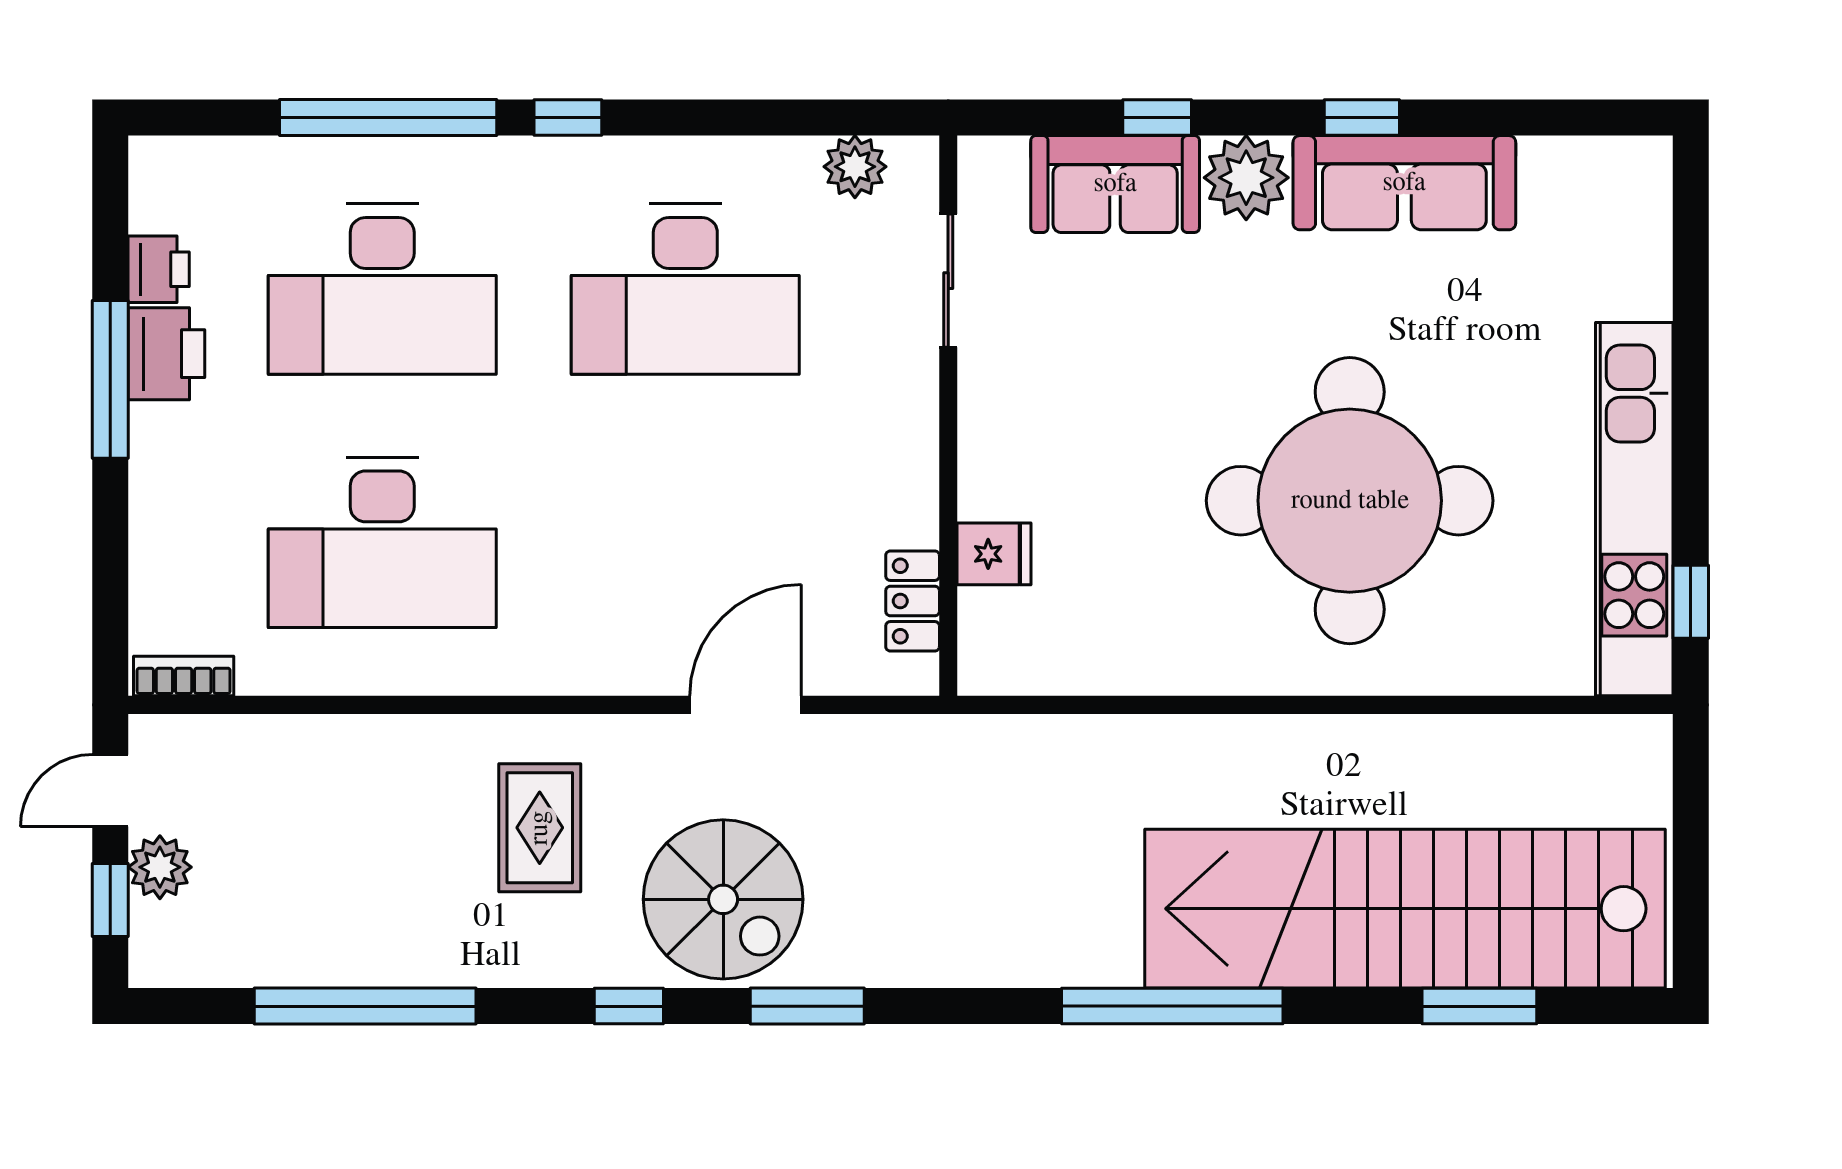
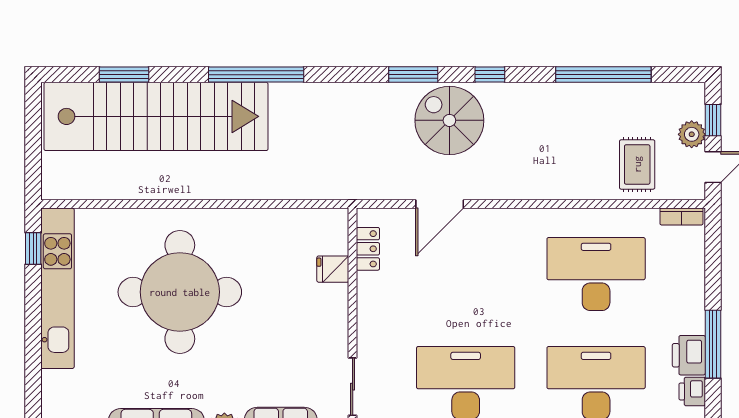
rug: (540, 828) -> (637, 164), moved

